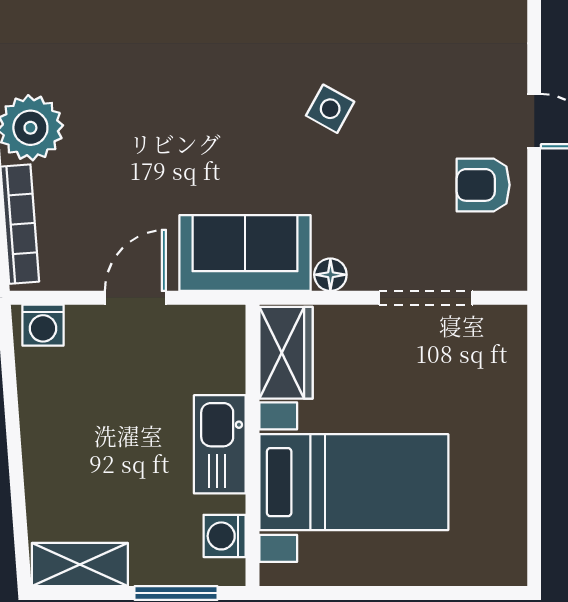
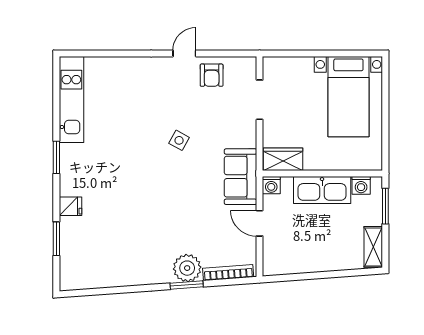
floor lamp: (330, 275) -> (250, 140), removed
washing machine: (43, 325) -> (271, 185), moved, turned 90
kitchen sink: (220, 444) -> (322, 190), width x1.36, depth x1.24
bed with nightstands: (354, 482) -> (348, 97), moved, turned 180

